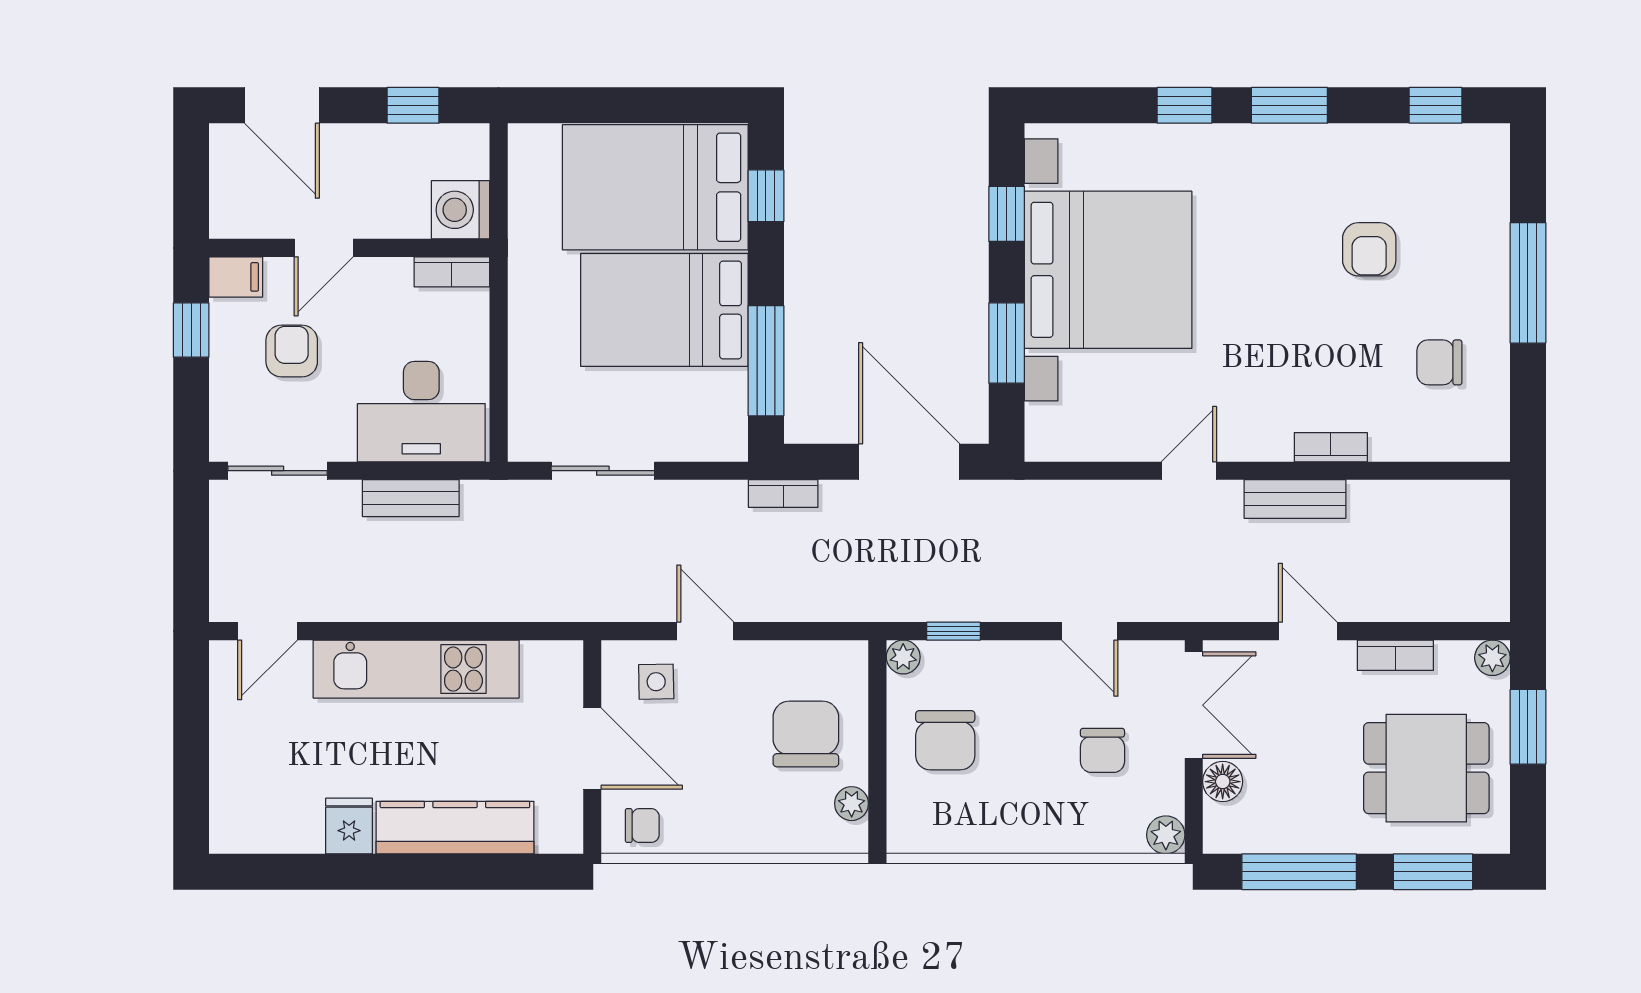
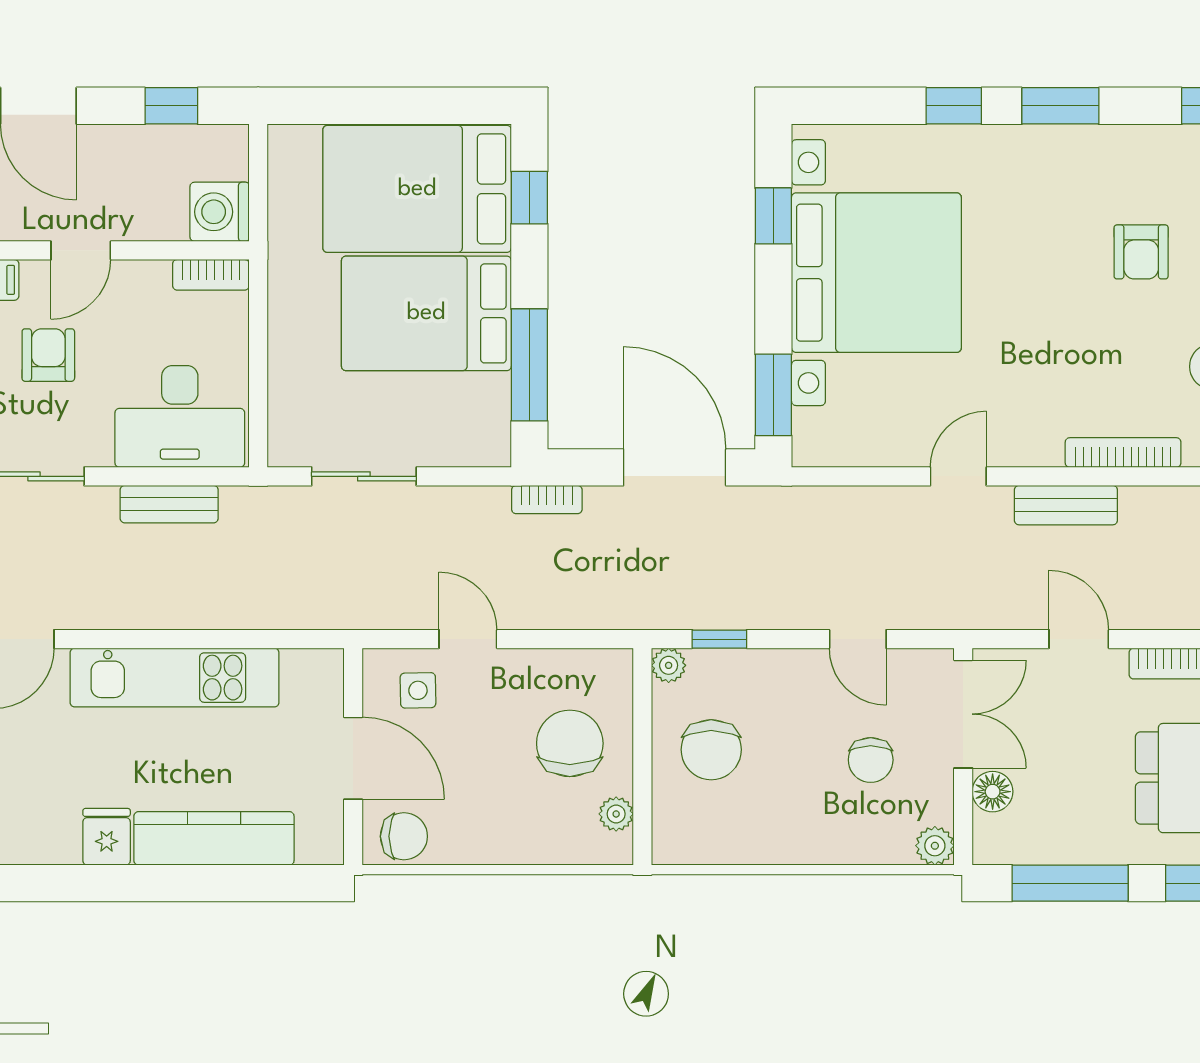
window: (1007, 343) -> (773, 395), moved
bookcase: (1331, 447) -> (1123, 453), width x1.56
chair: (642, 826) -> (404, 836), width x1.37, depth x1.37

